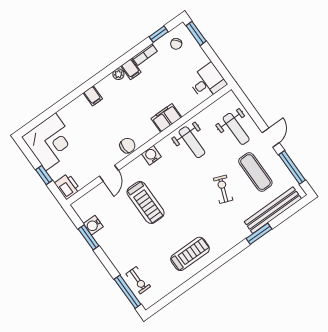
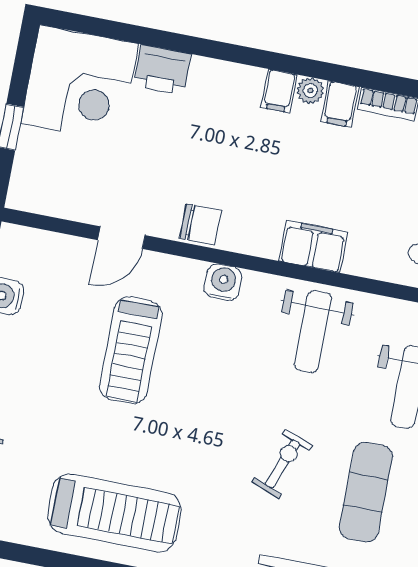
filing cabinet: (93, 96) -> (279, 91), moved
printer: (67, 186) -> (162, 70), moved, turned 90
treadmill: (190, 254) -> (114, 513), width x1.37, depth x1.38

